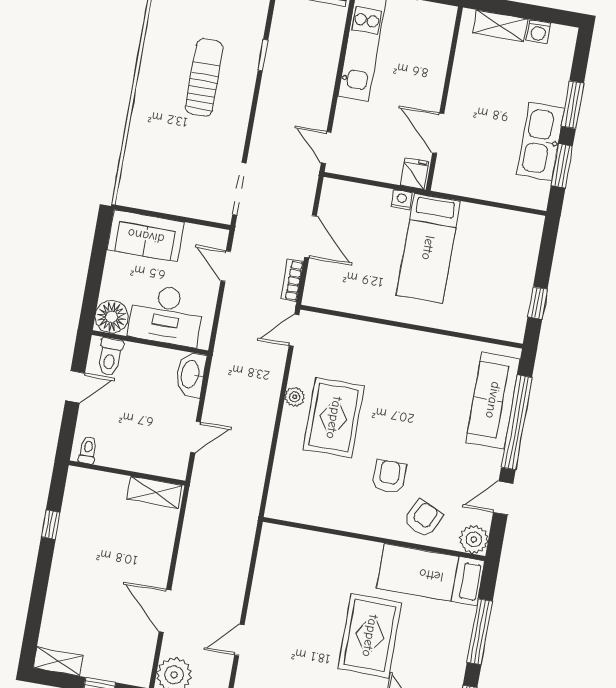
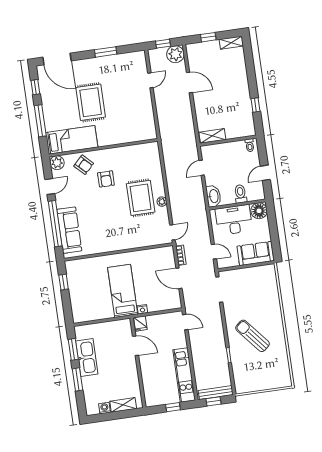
sun lounger: (204, 78) -> (253, 336), turned 140
toilet: (110, 357) -> (240, 194), moved
armchair: (423, 519) -> (84, 165), turned -69

